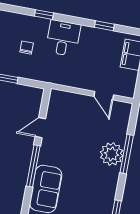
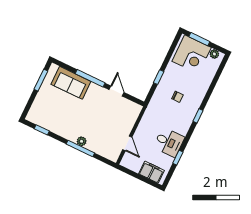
desk: (63, 38) -> (169, 142), moved
door: (104, 96) -> (127, 143), swing flipped
plant: (112, 154) -> (82, 141), width x0.53, depth x0.53

